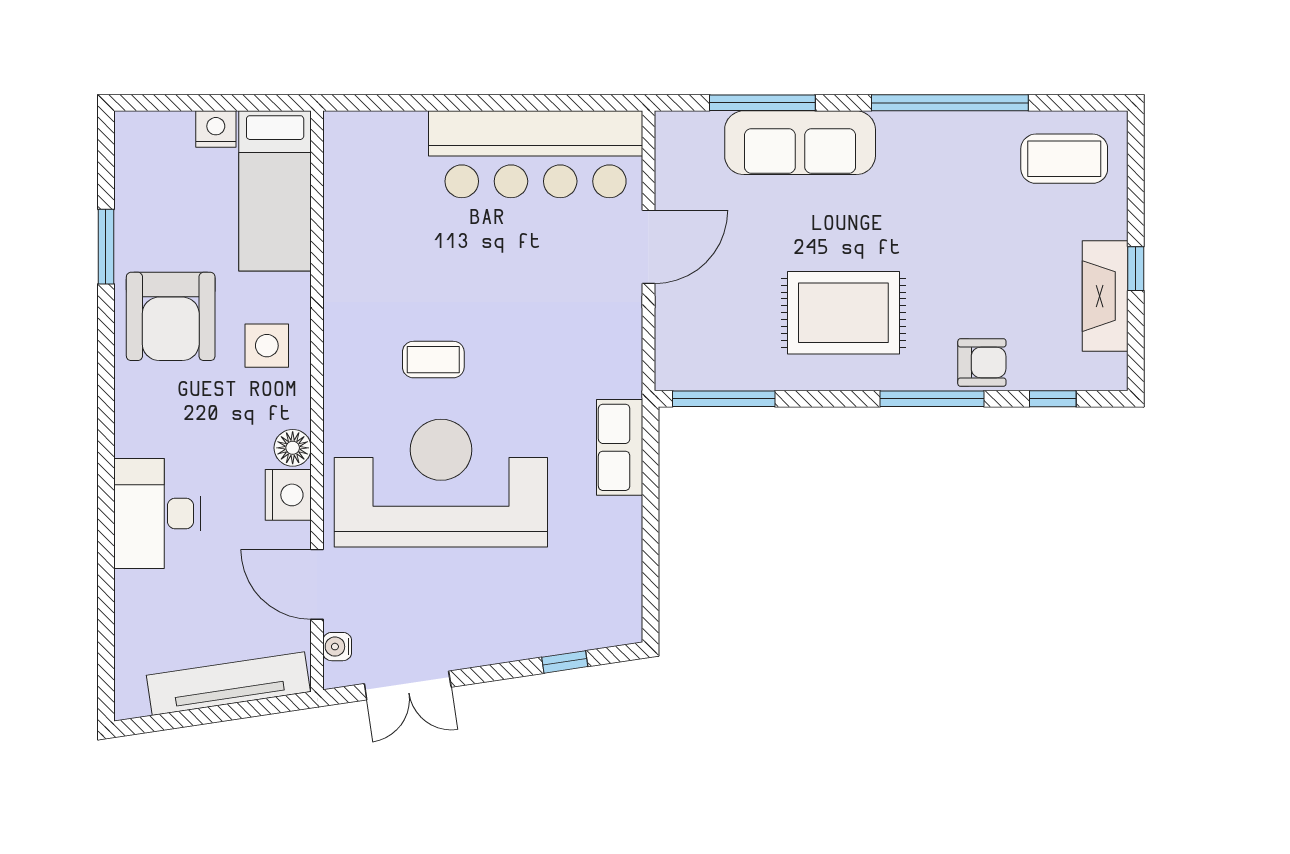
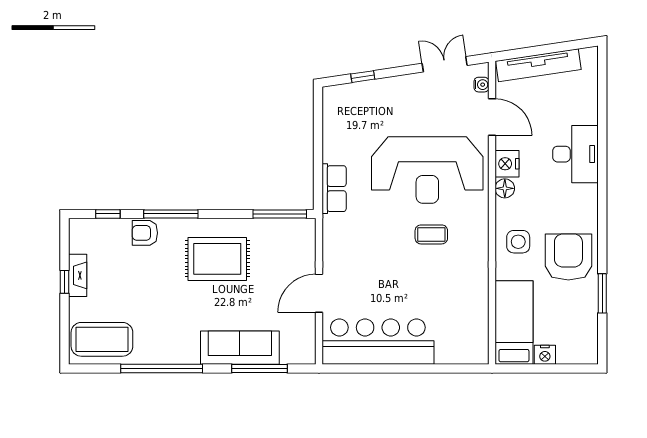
coffee table: (1064, 159) -> (102, 339), width x1.36, depth x1.32
fireplace: (1105, 296) -> (78, 275), width x0.73, depth x0.76

